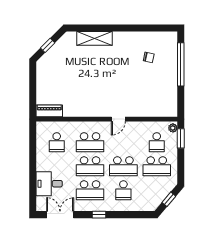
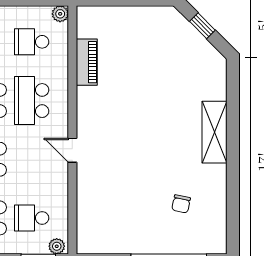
shelving: (94, 38) -> (215, 132), moved
piano: (49, 111) -> (87, 62), moved
plant: (41, 126) -> (60, 14), added

